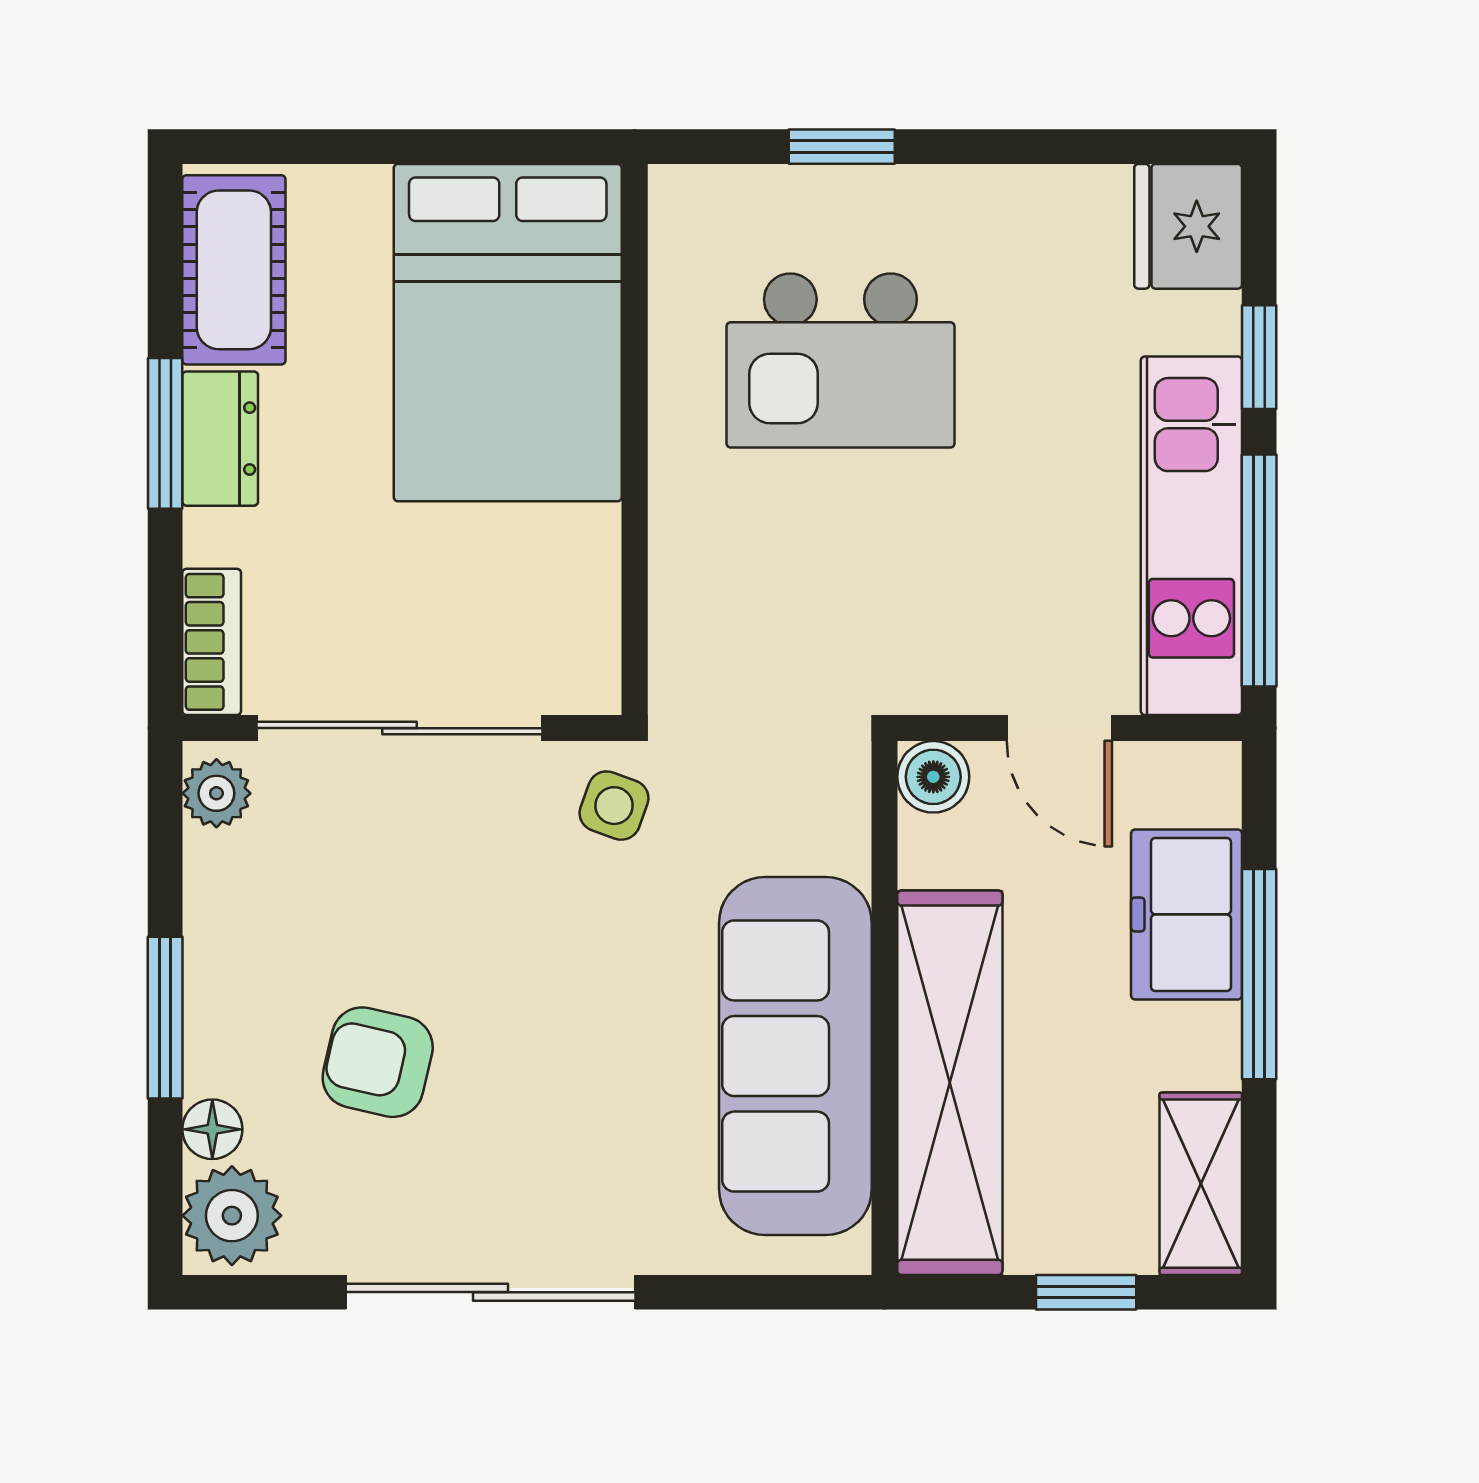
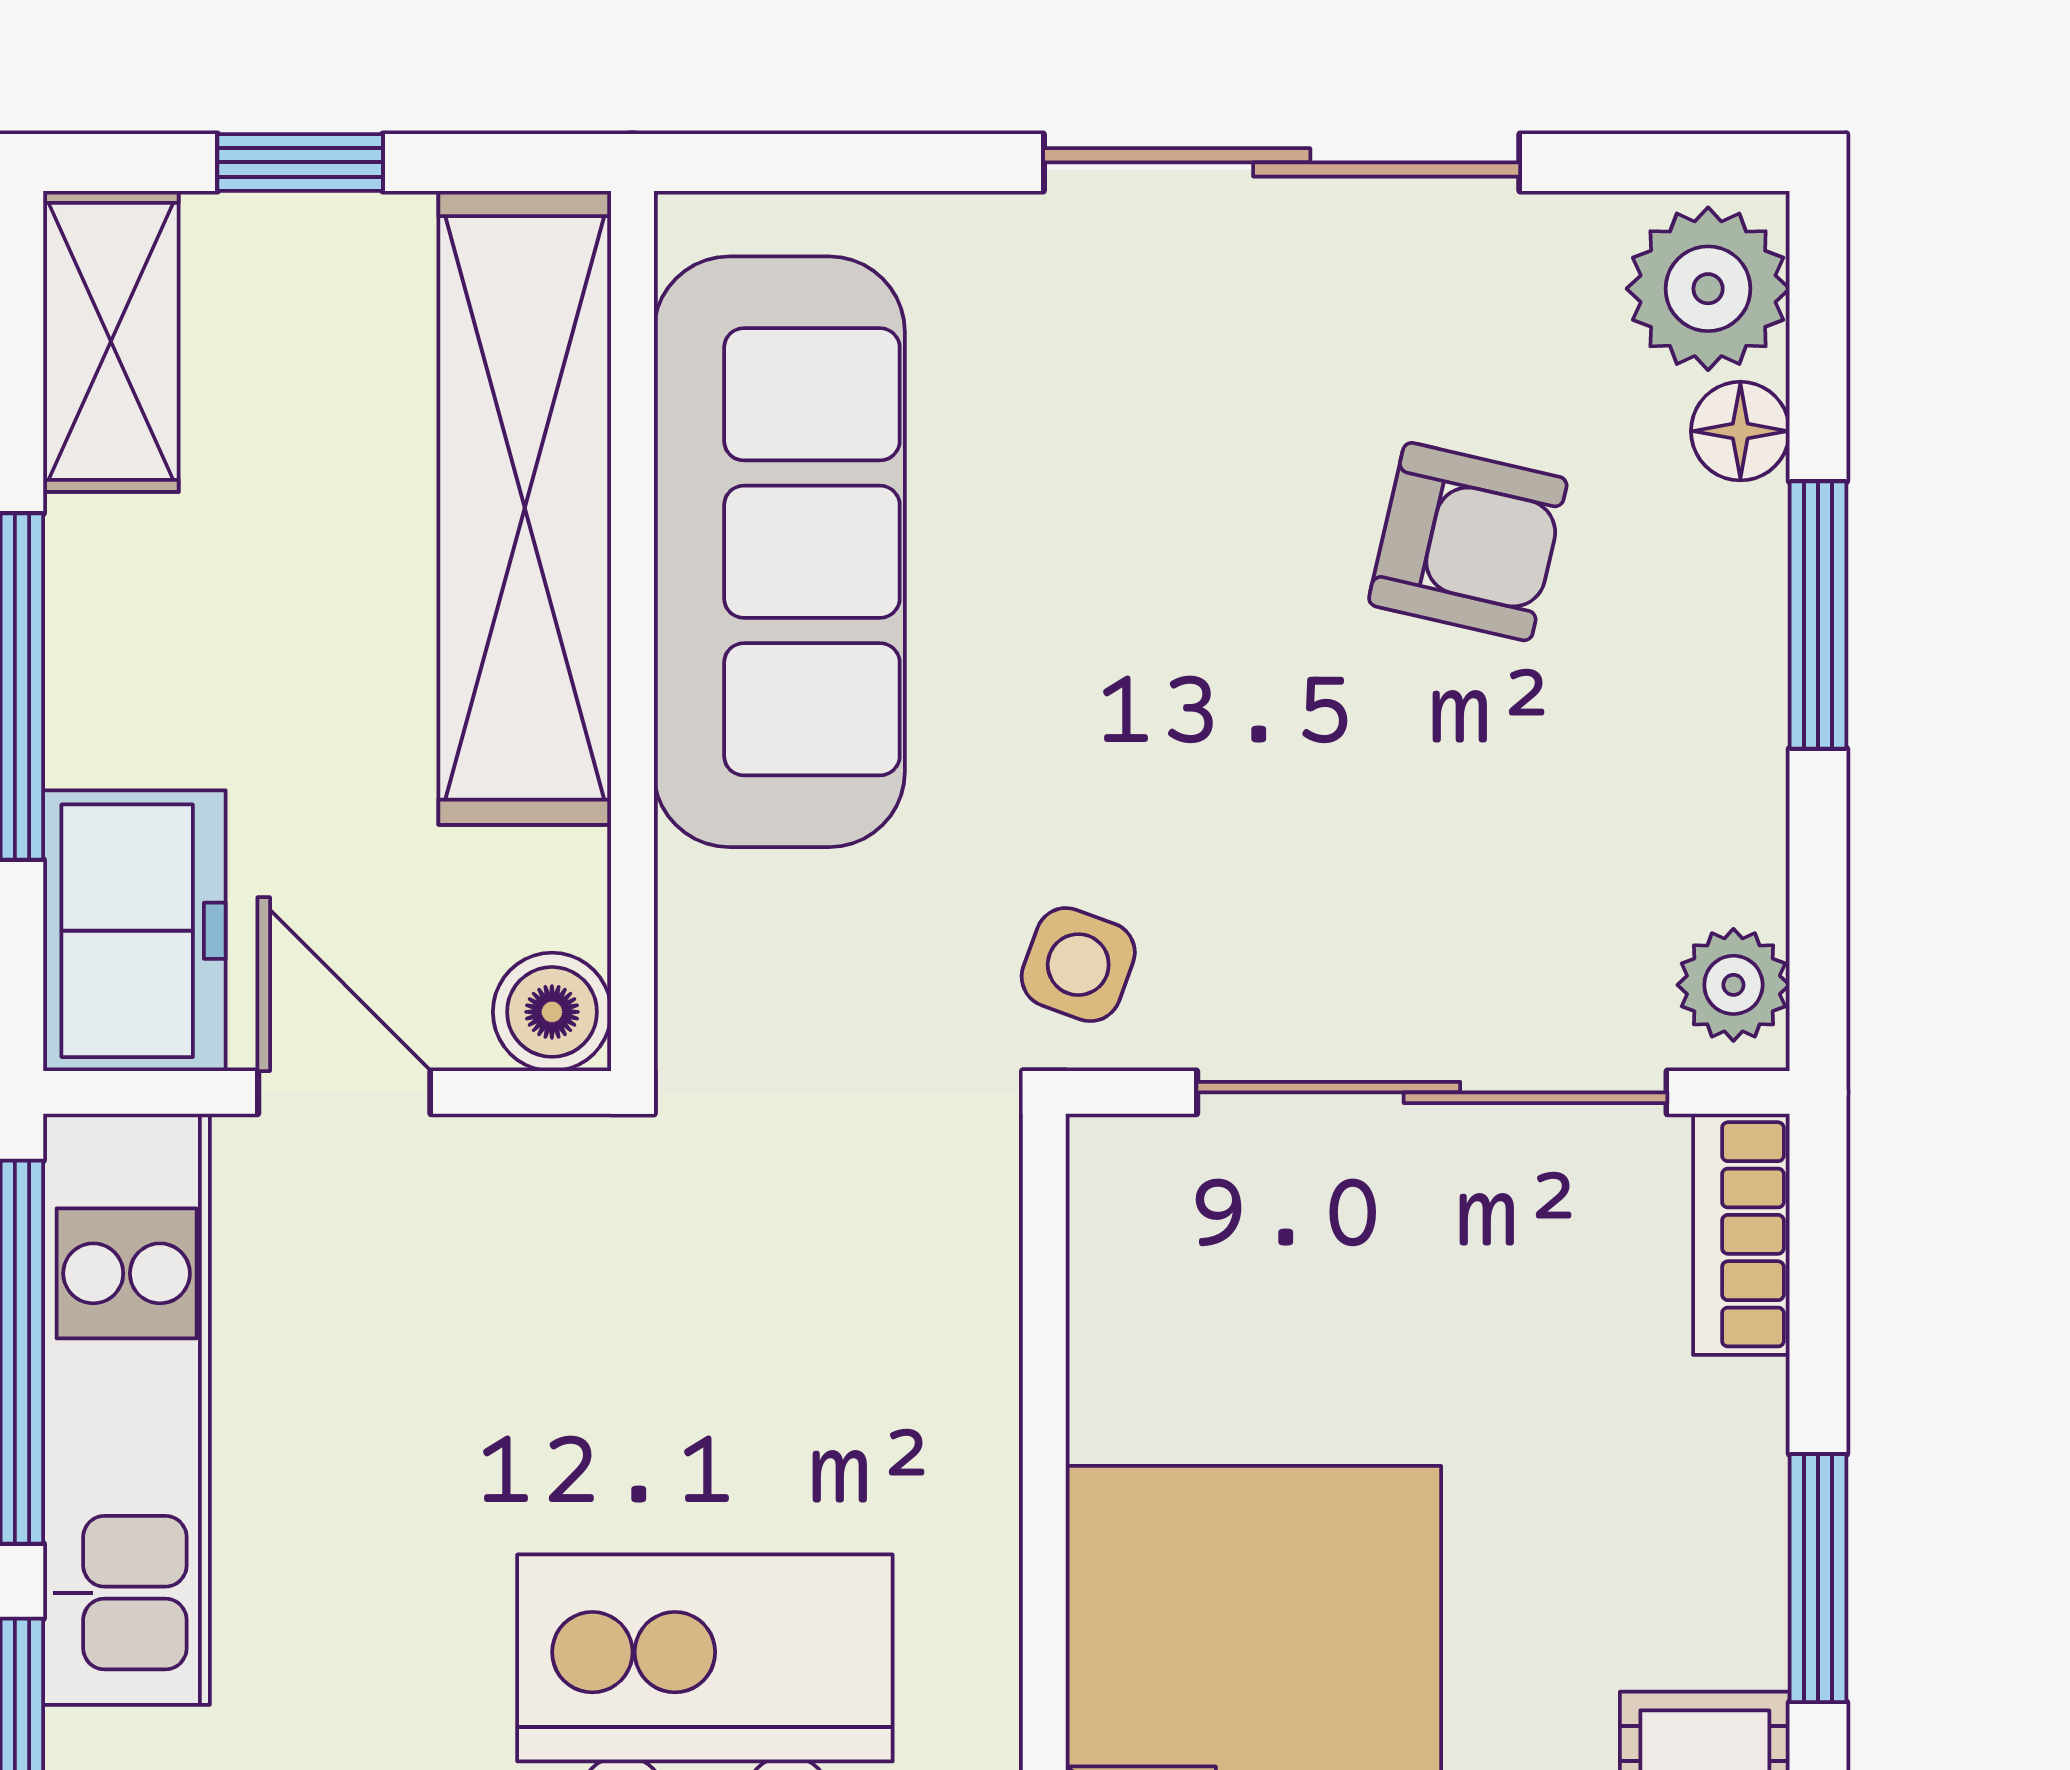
dresser: (220, 439) -> (1727, 1569), removed
freezer: (1187, 914) -> (134, 931), moved

